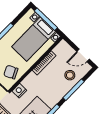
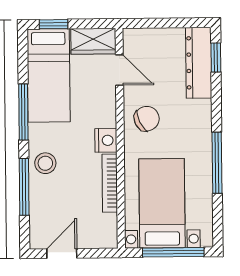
stool: (70, 75) -> (45, 163), moved
nightstand: (19, 91) -> (106, 140), moved

